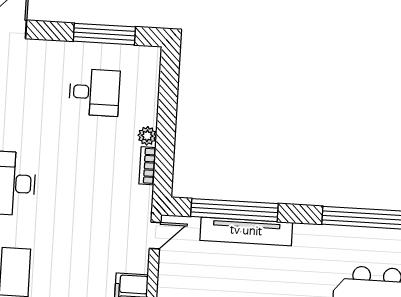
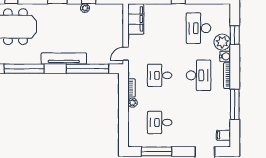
desk: (89, 188) -> (160, 75), added
tv unit: (246, 231) -> (64, 59), moved

